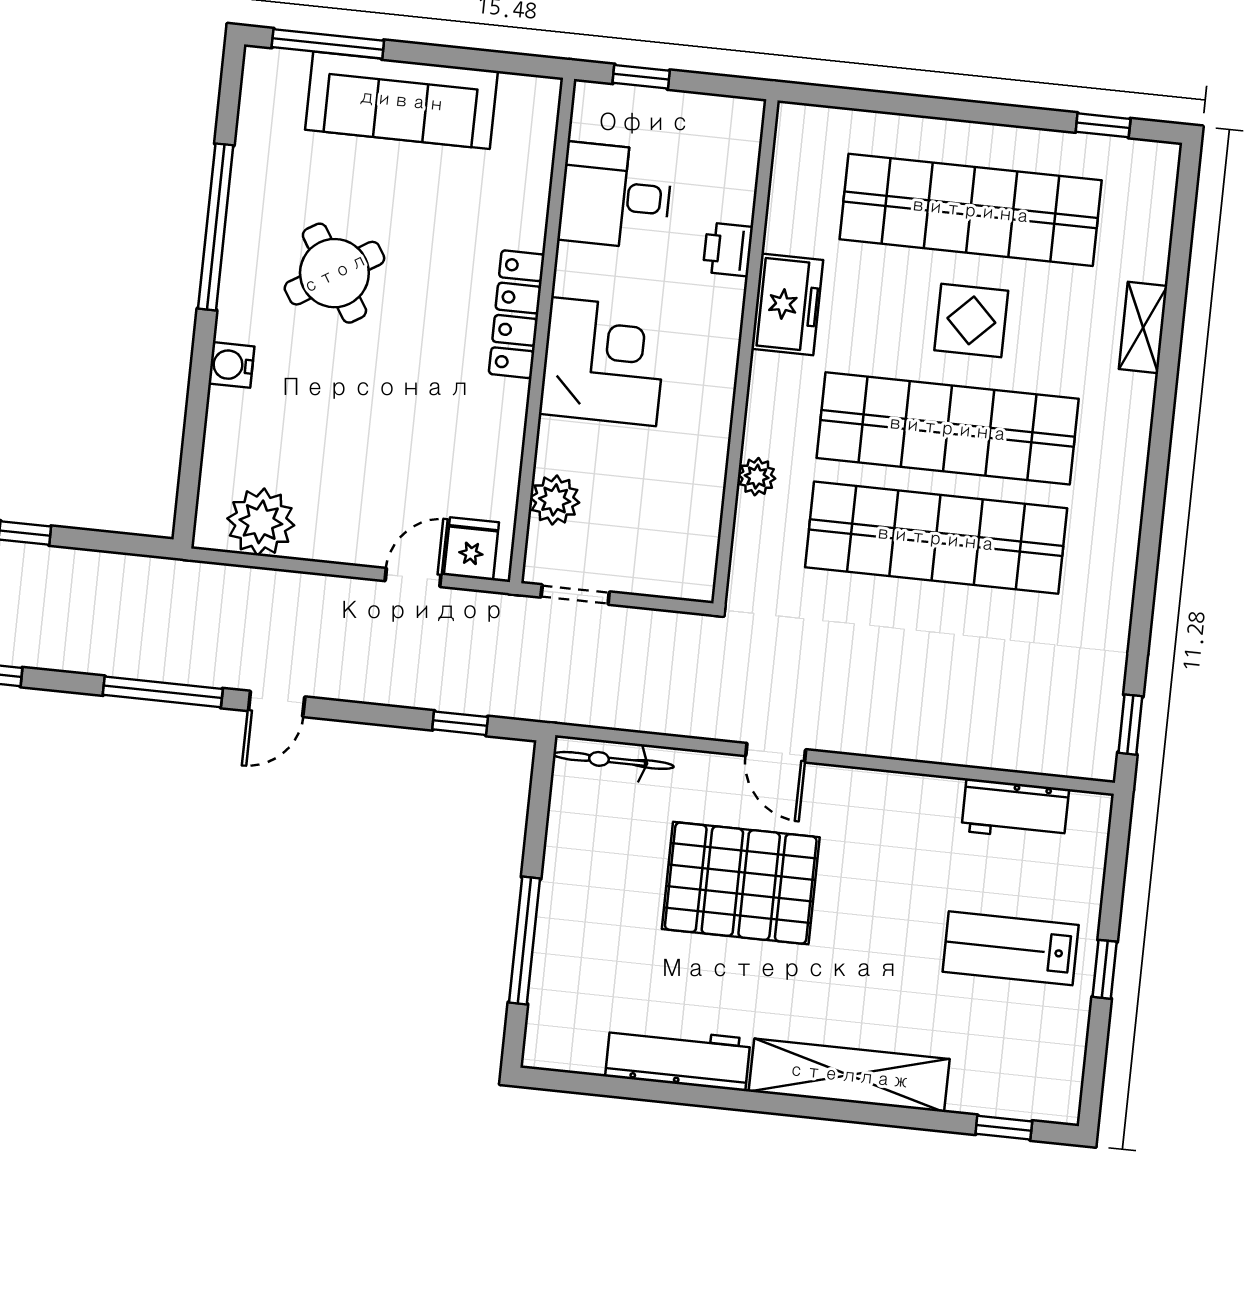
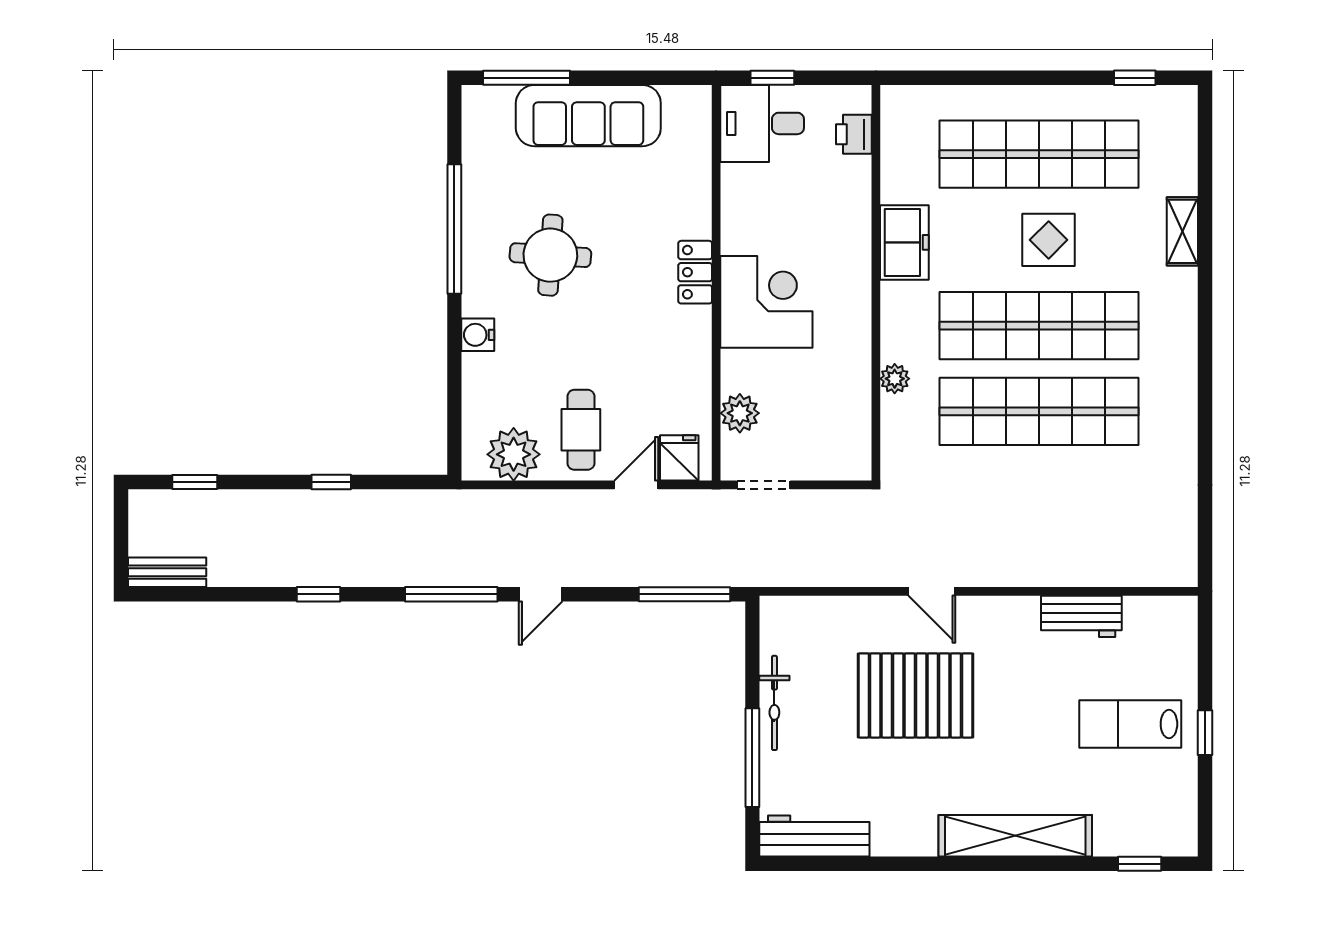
desk: (615, 196) -> (762, 123), moved
printer: (728, 249) -> (854, 134), moved
round table: (334, 273) -> (550, 255), turned 36
locker: (517, 314) -> (695, 272), width x0.66
cafe table: (350, 500) -> (581, 430), added
window: (460, 723) -> (685, 594), width x2.17
window: (1130, 725) -> (1205, 541), removed
bicycle: (613, 760) -> (774, 703), moved, turned -90
workbench: (1015, 810) -> (1081, 616), moved
workbench: (678, 1058) -> (814, 836), moved

